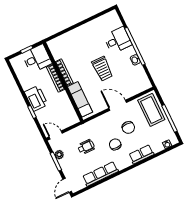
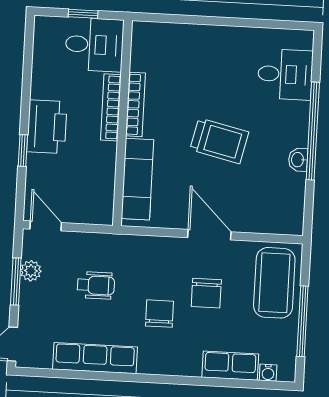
desk: (118, 40) -> (285, 74), moved
trolley: (102, 69) -> (219, 141), turned -77
row of seats: (141, 154) -> (230, 366), moved

